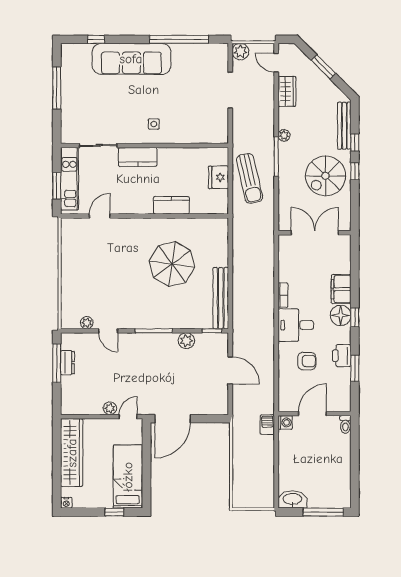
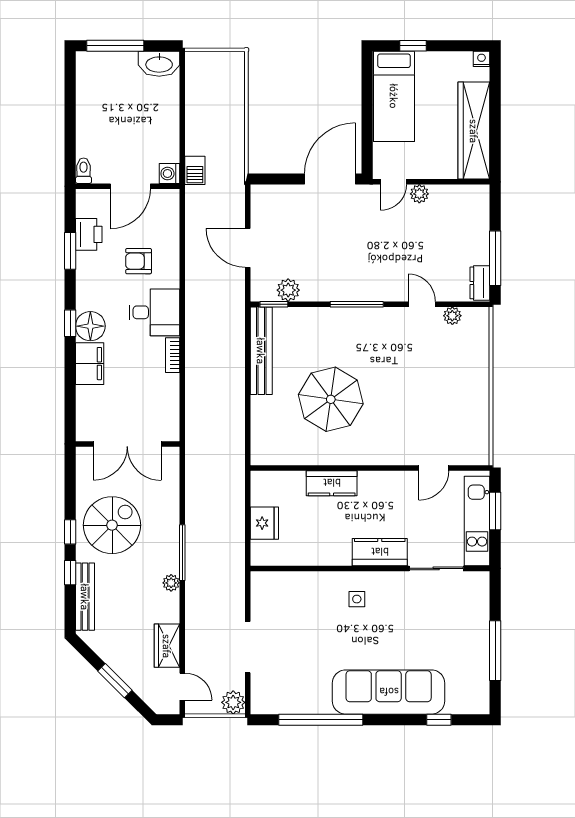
sun lounger: (249, 178) -> (220, 521), removed
plant: (186, 341) -> (288, 290), moved
printer: (342, 356) -> (89, 234), moved
dresser: (67, 363) -> (480, 283), moved

